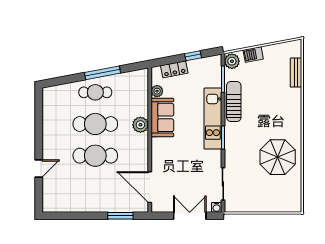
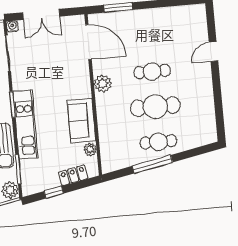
plant: (140, 125) -> (103, 84), moved
cafe table: (95, 156) -> (152, 72), width x0.73, depth x0.74

